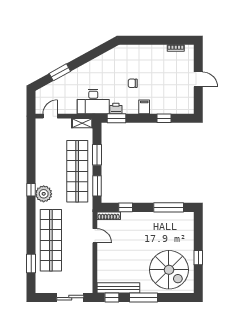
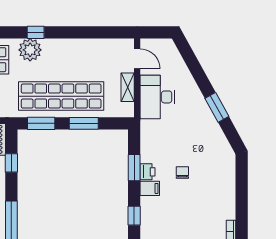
window: (60, 72) -> (217, 107), moved
desk: (93, 101) -> (157, 97), moved
printer: (116, 109) -> (148, 172), moved
window: (117, 118) -> (134, 168), moved
shelving: (82, 123) -> (128, 87), moved

